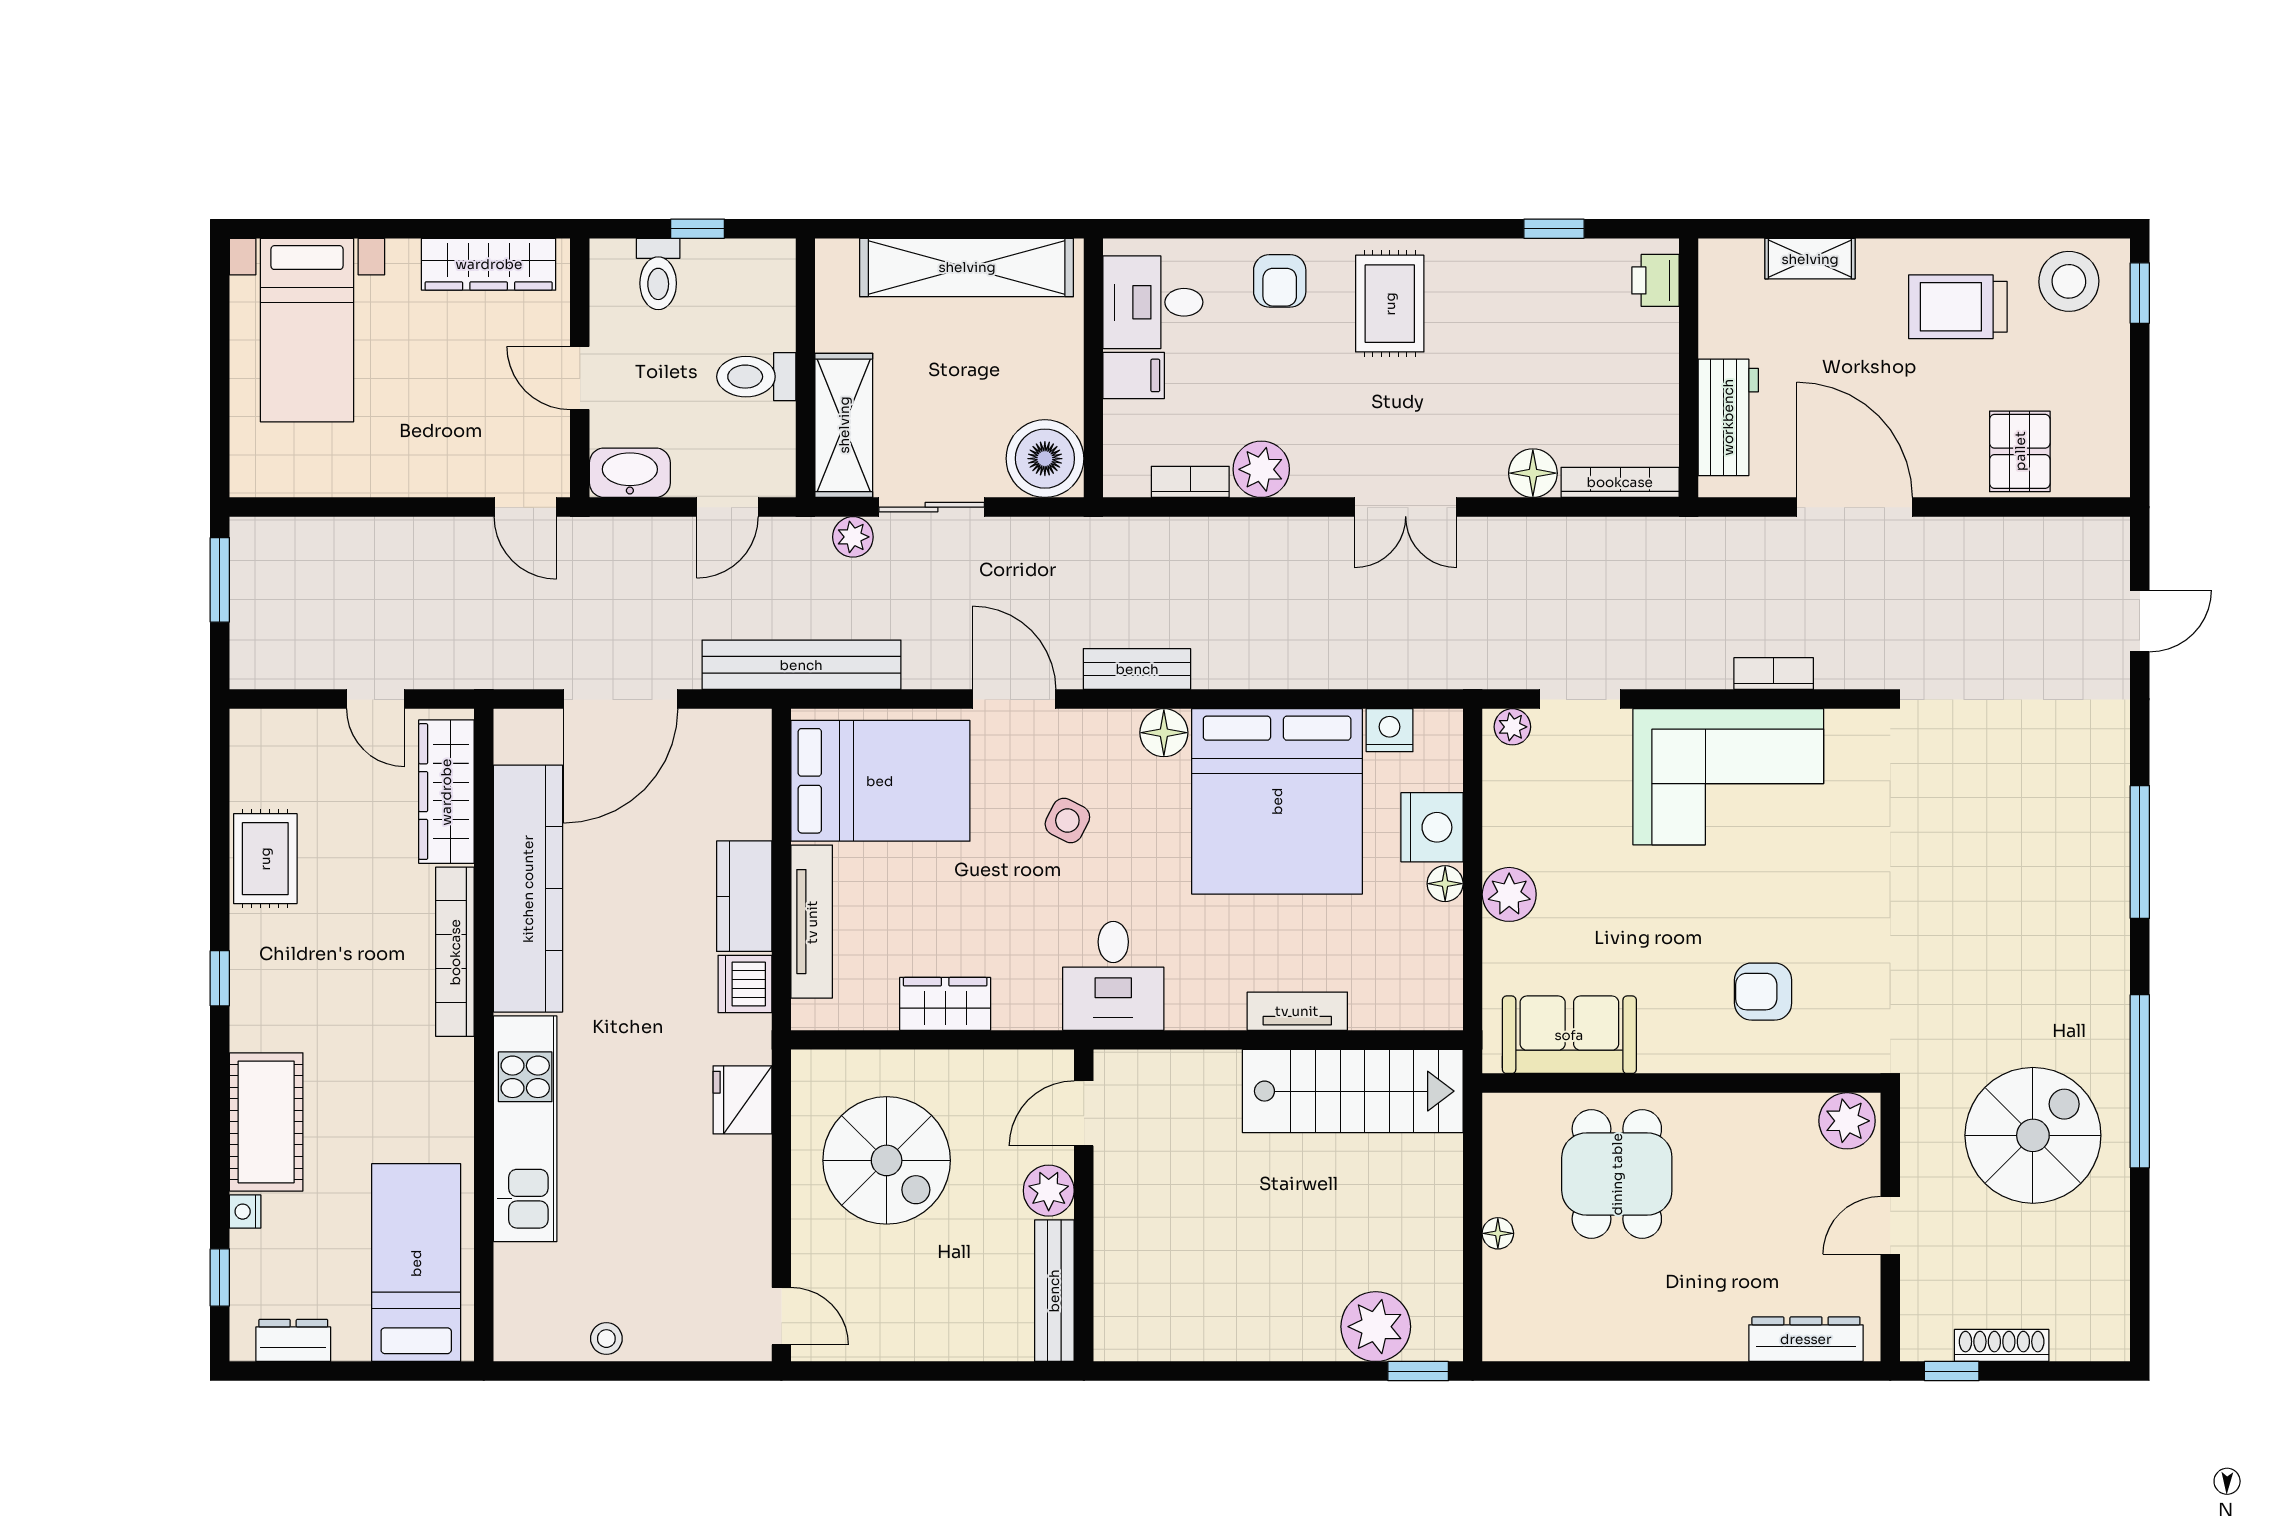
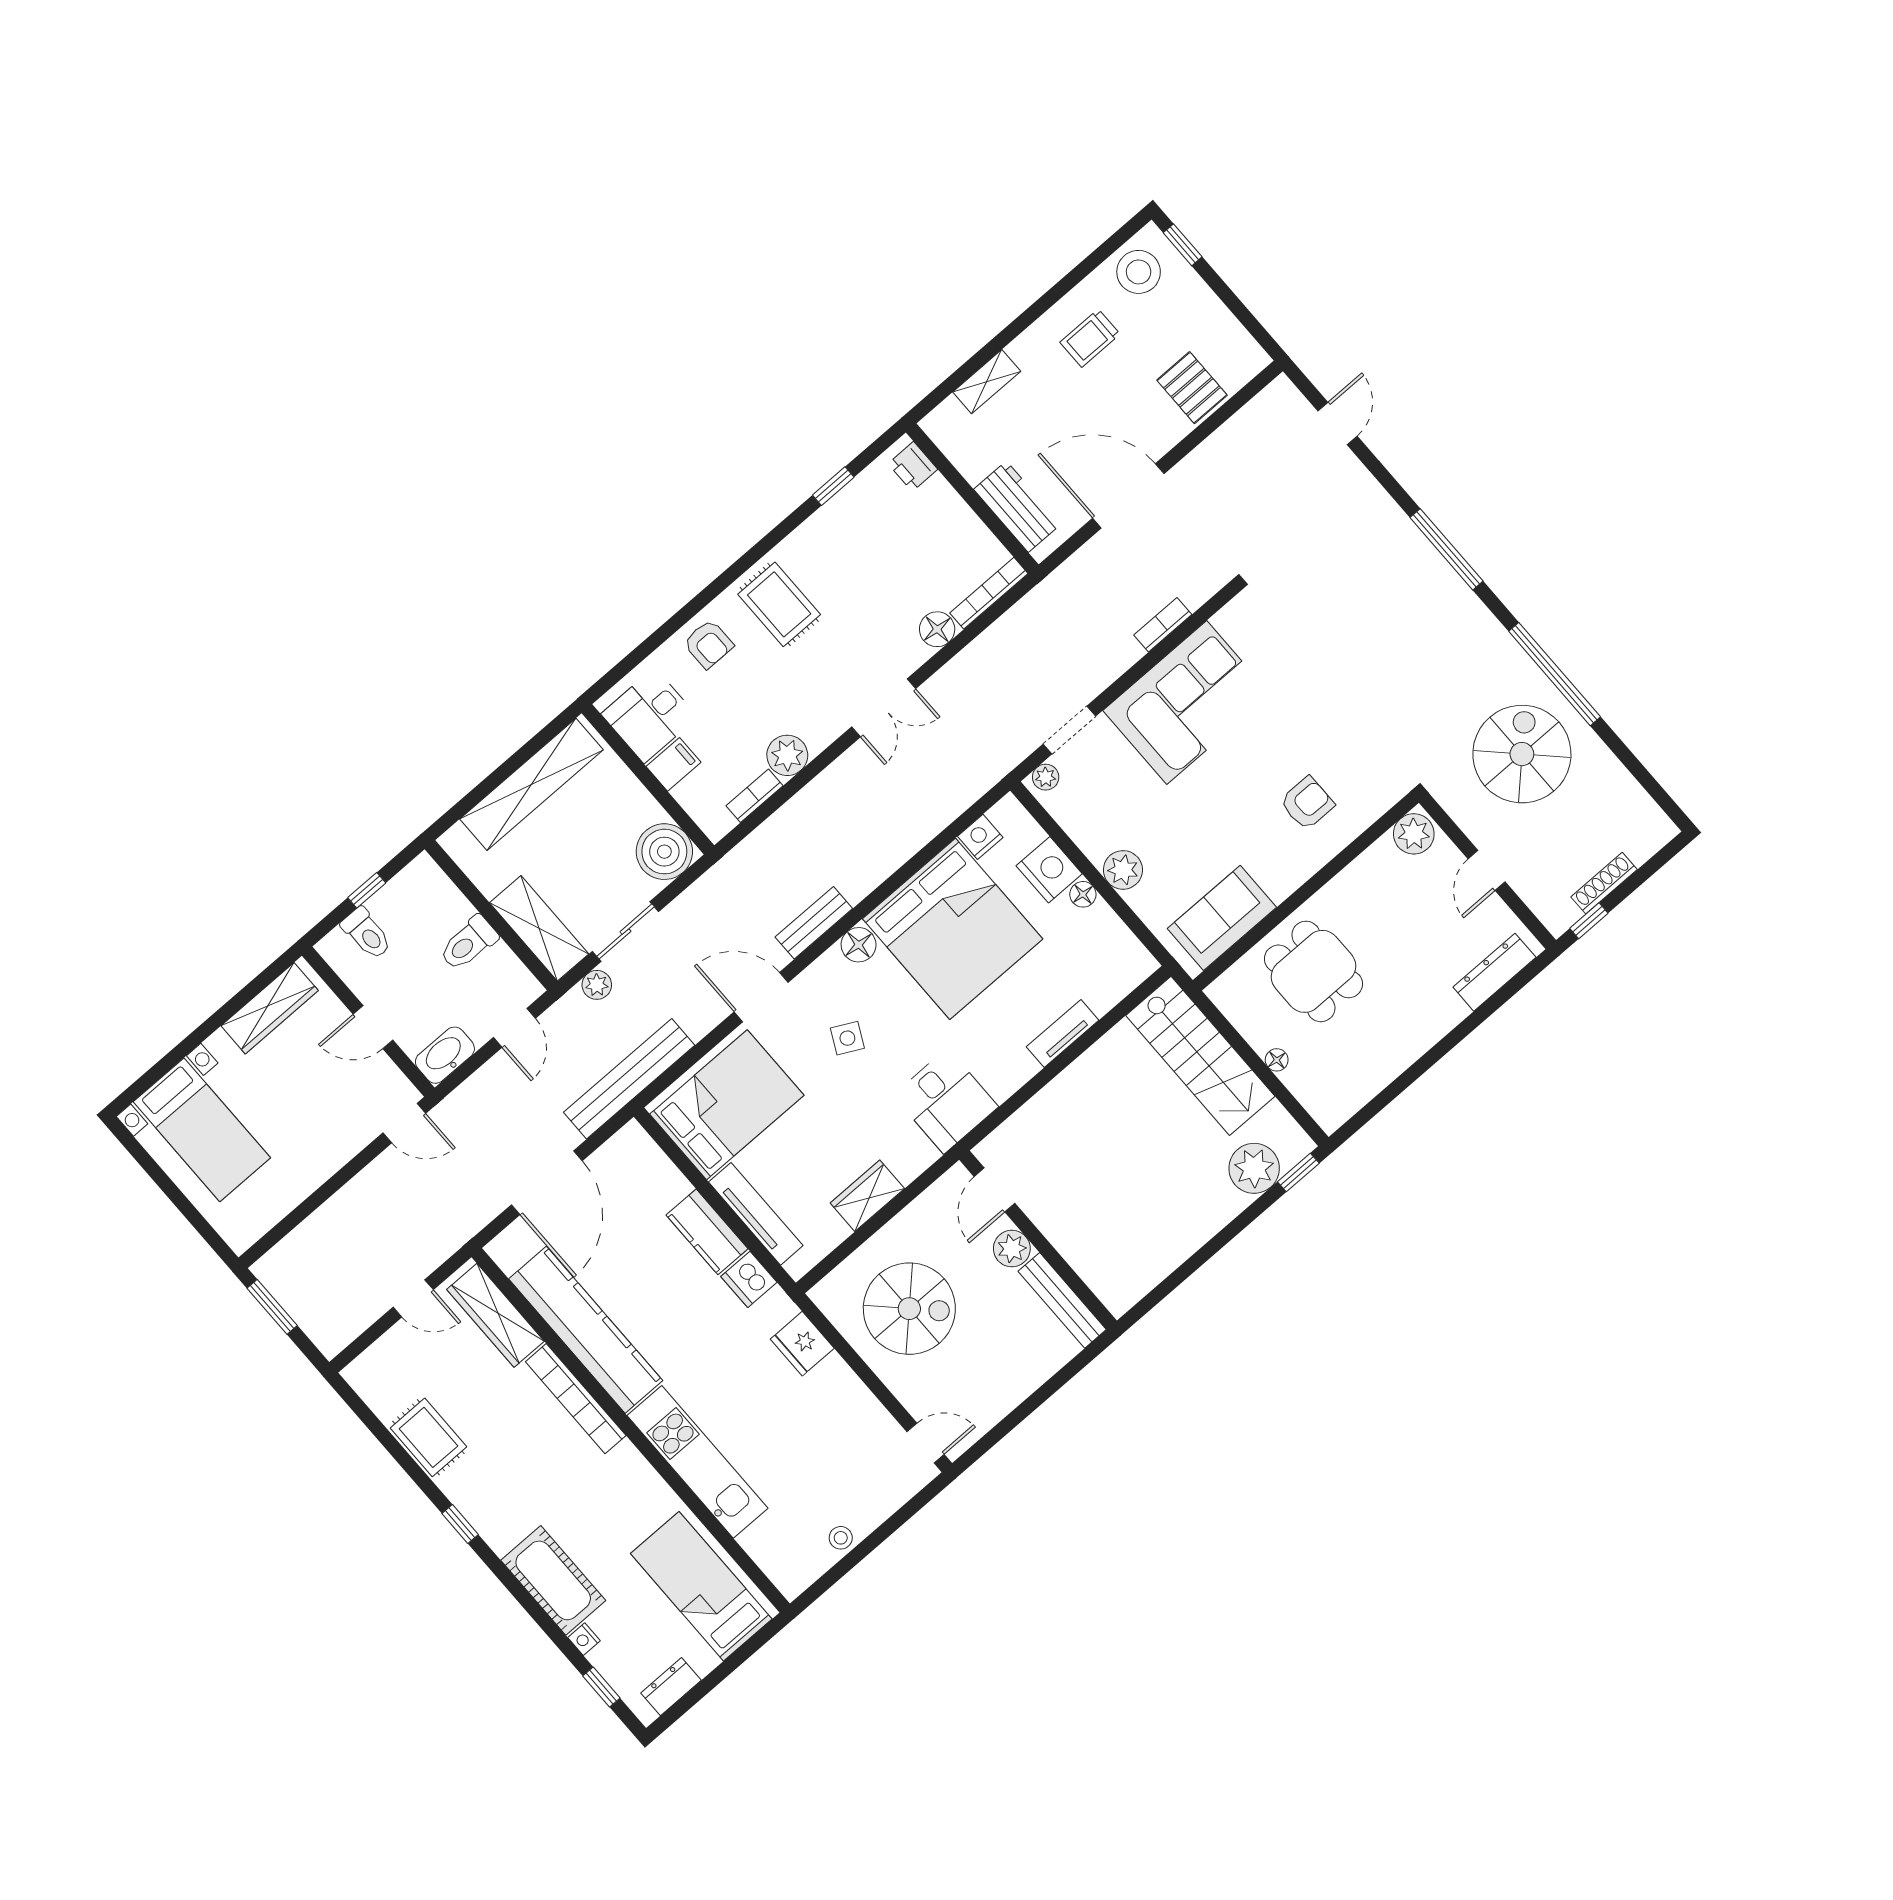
trolley: (1958, 307) -> (1090, 338), width x0.73, depth x0.72
armchair: (1763, 992) -> (1307, 803), turned 180
stairs: (1353, 1091) -> (1200, 1056), moved, turned 90

